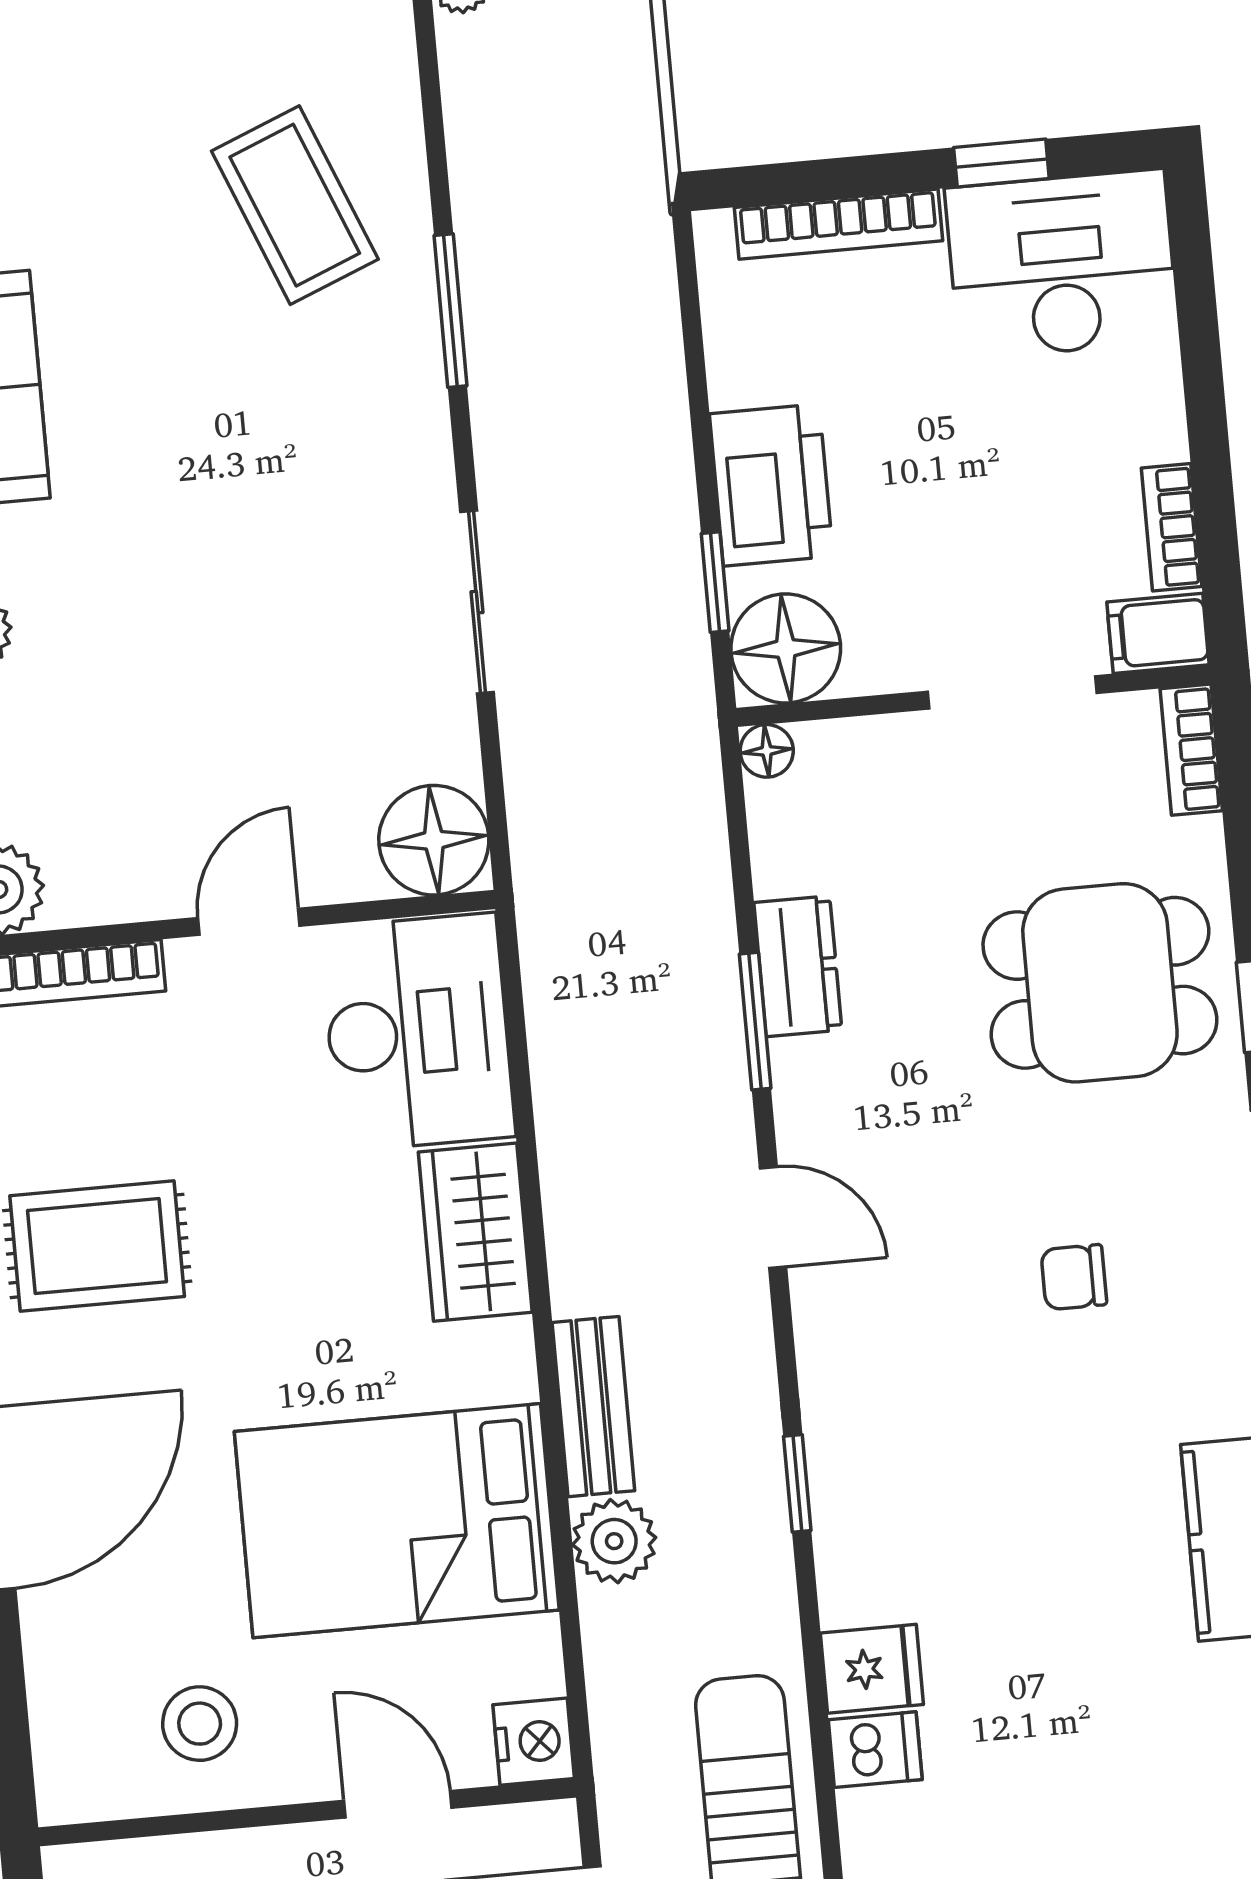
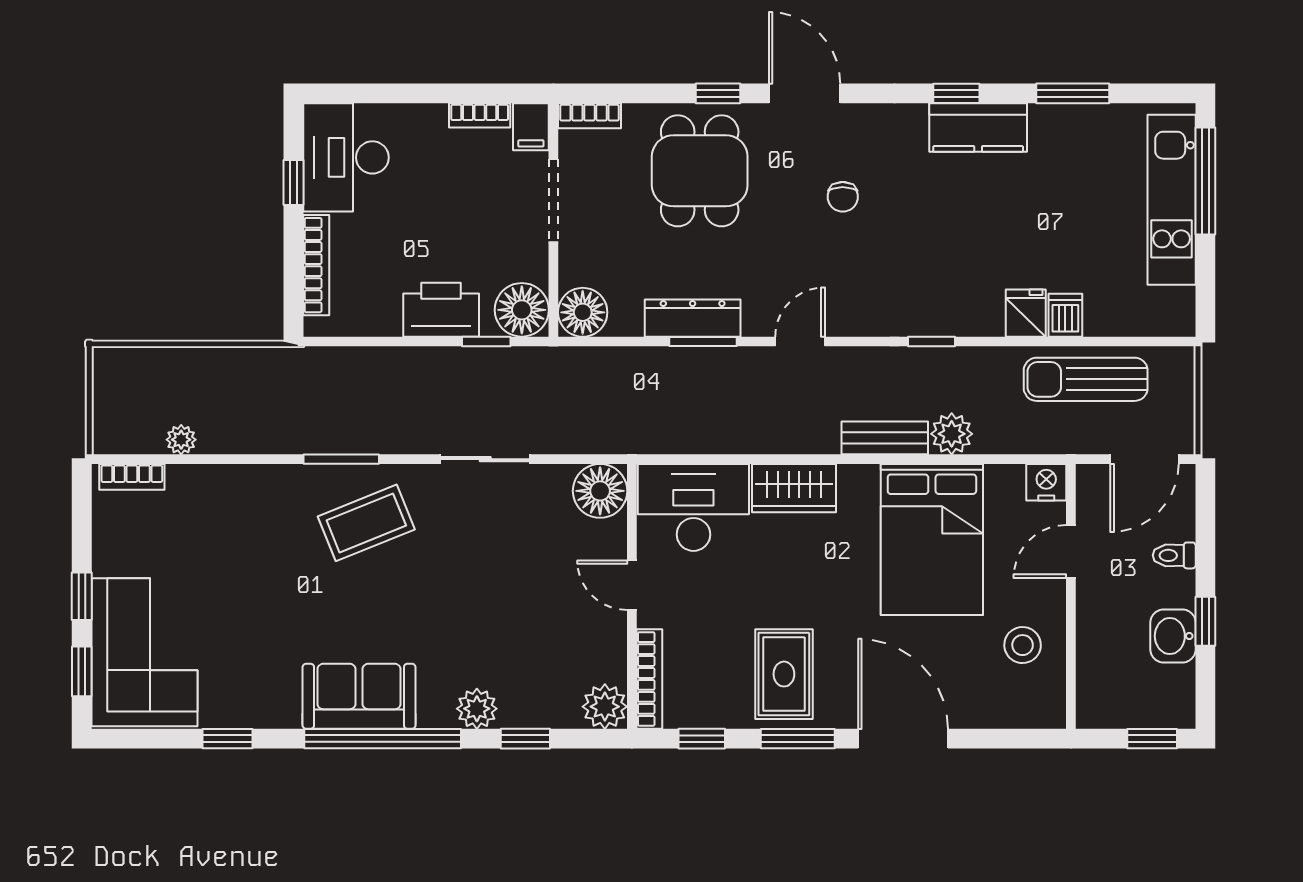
coffee table: (295, 205) -> (366, 523), moved
floor lamp: (767, 751) -> (583, 312), width x1.89, depth x1.89
dresser: (798, 966) -> (693, 318), width x1.44

